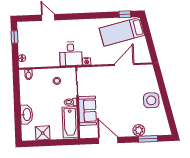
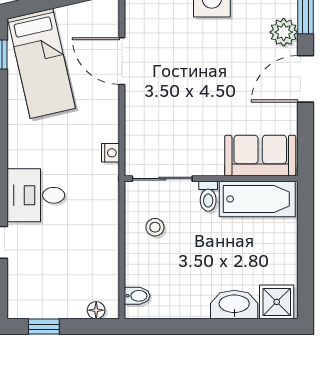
desk: (71, 54) -> (36, 195), moved, turned 180
sofa: (87, 111) -> (260, 156), moved
shower: (43, 133) -> (277, 302), moved
door: (108, 140) -> (305, 79), moved

